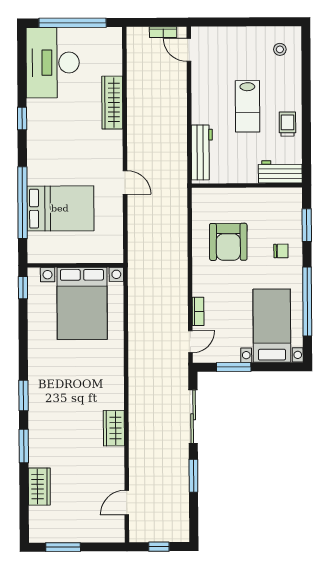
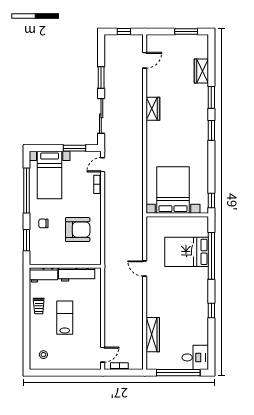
door: (189, 50) -> (103, 355), hinge flipped
desk: (53, 63) -> (195, 357), width x0.53, depth x0.77
wardrobe: (112, 103) -> (153, 335), moved
workbench: (202, 152) -> (77, 274), moved, turned -90
armchair: (228, 242) -> (78, 230), turned 90

